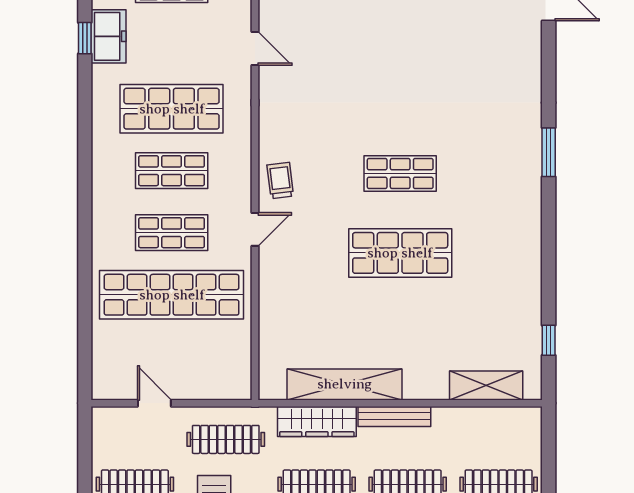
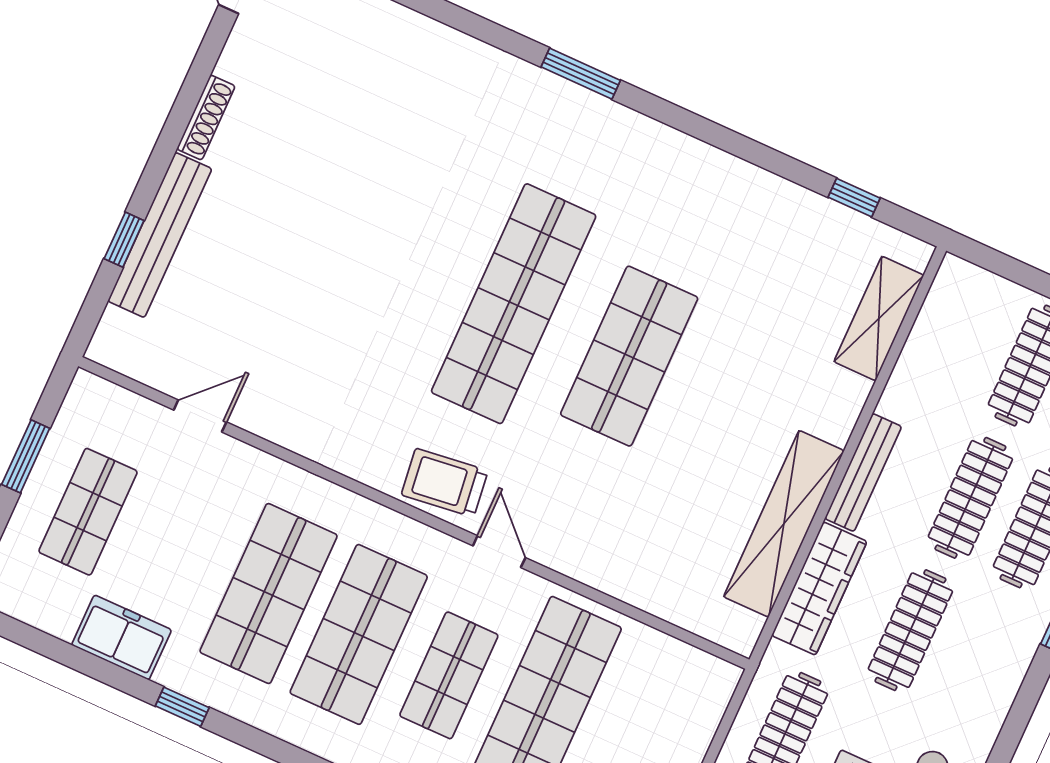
window: (85, 38) -> (182, 707), moved
door: (255, 48) -> (200, 416), moved
shop shelf: (172, 171) -> (359, 634), width x1.43, depth x1.36
shop shelf: (400, 173) -> (514, 304), width x2.00, depth x1.36
trolley: (280, 180) -> (445, 483), width x1.36, depth x1.39

